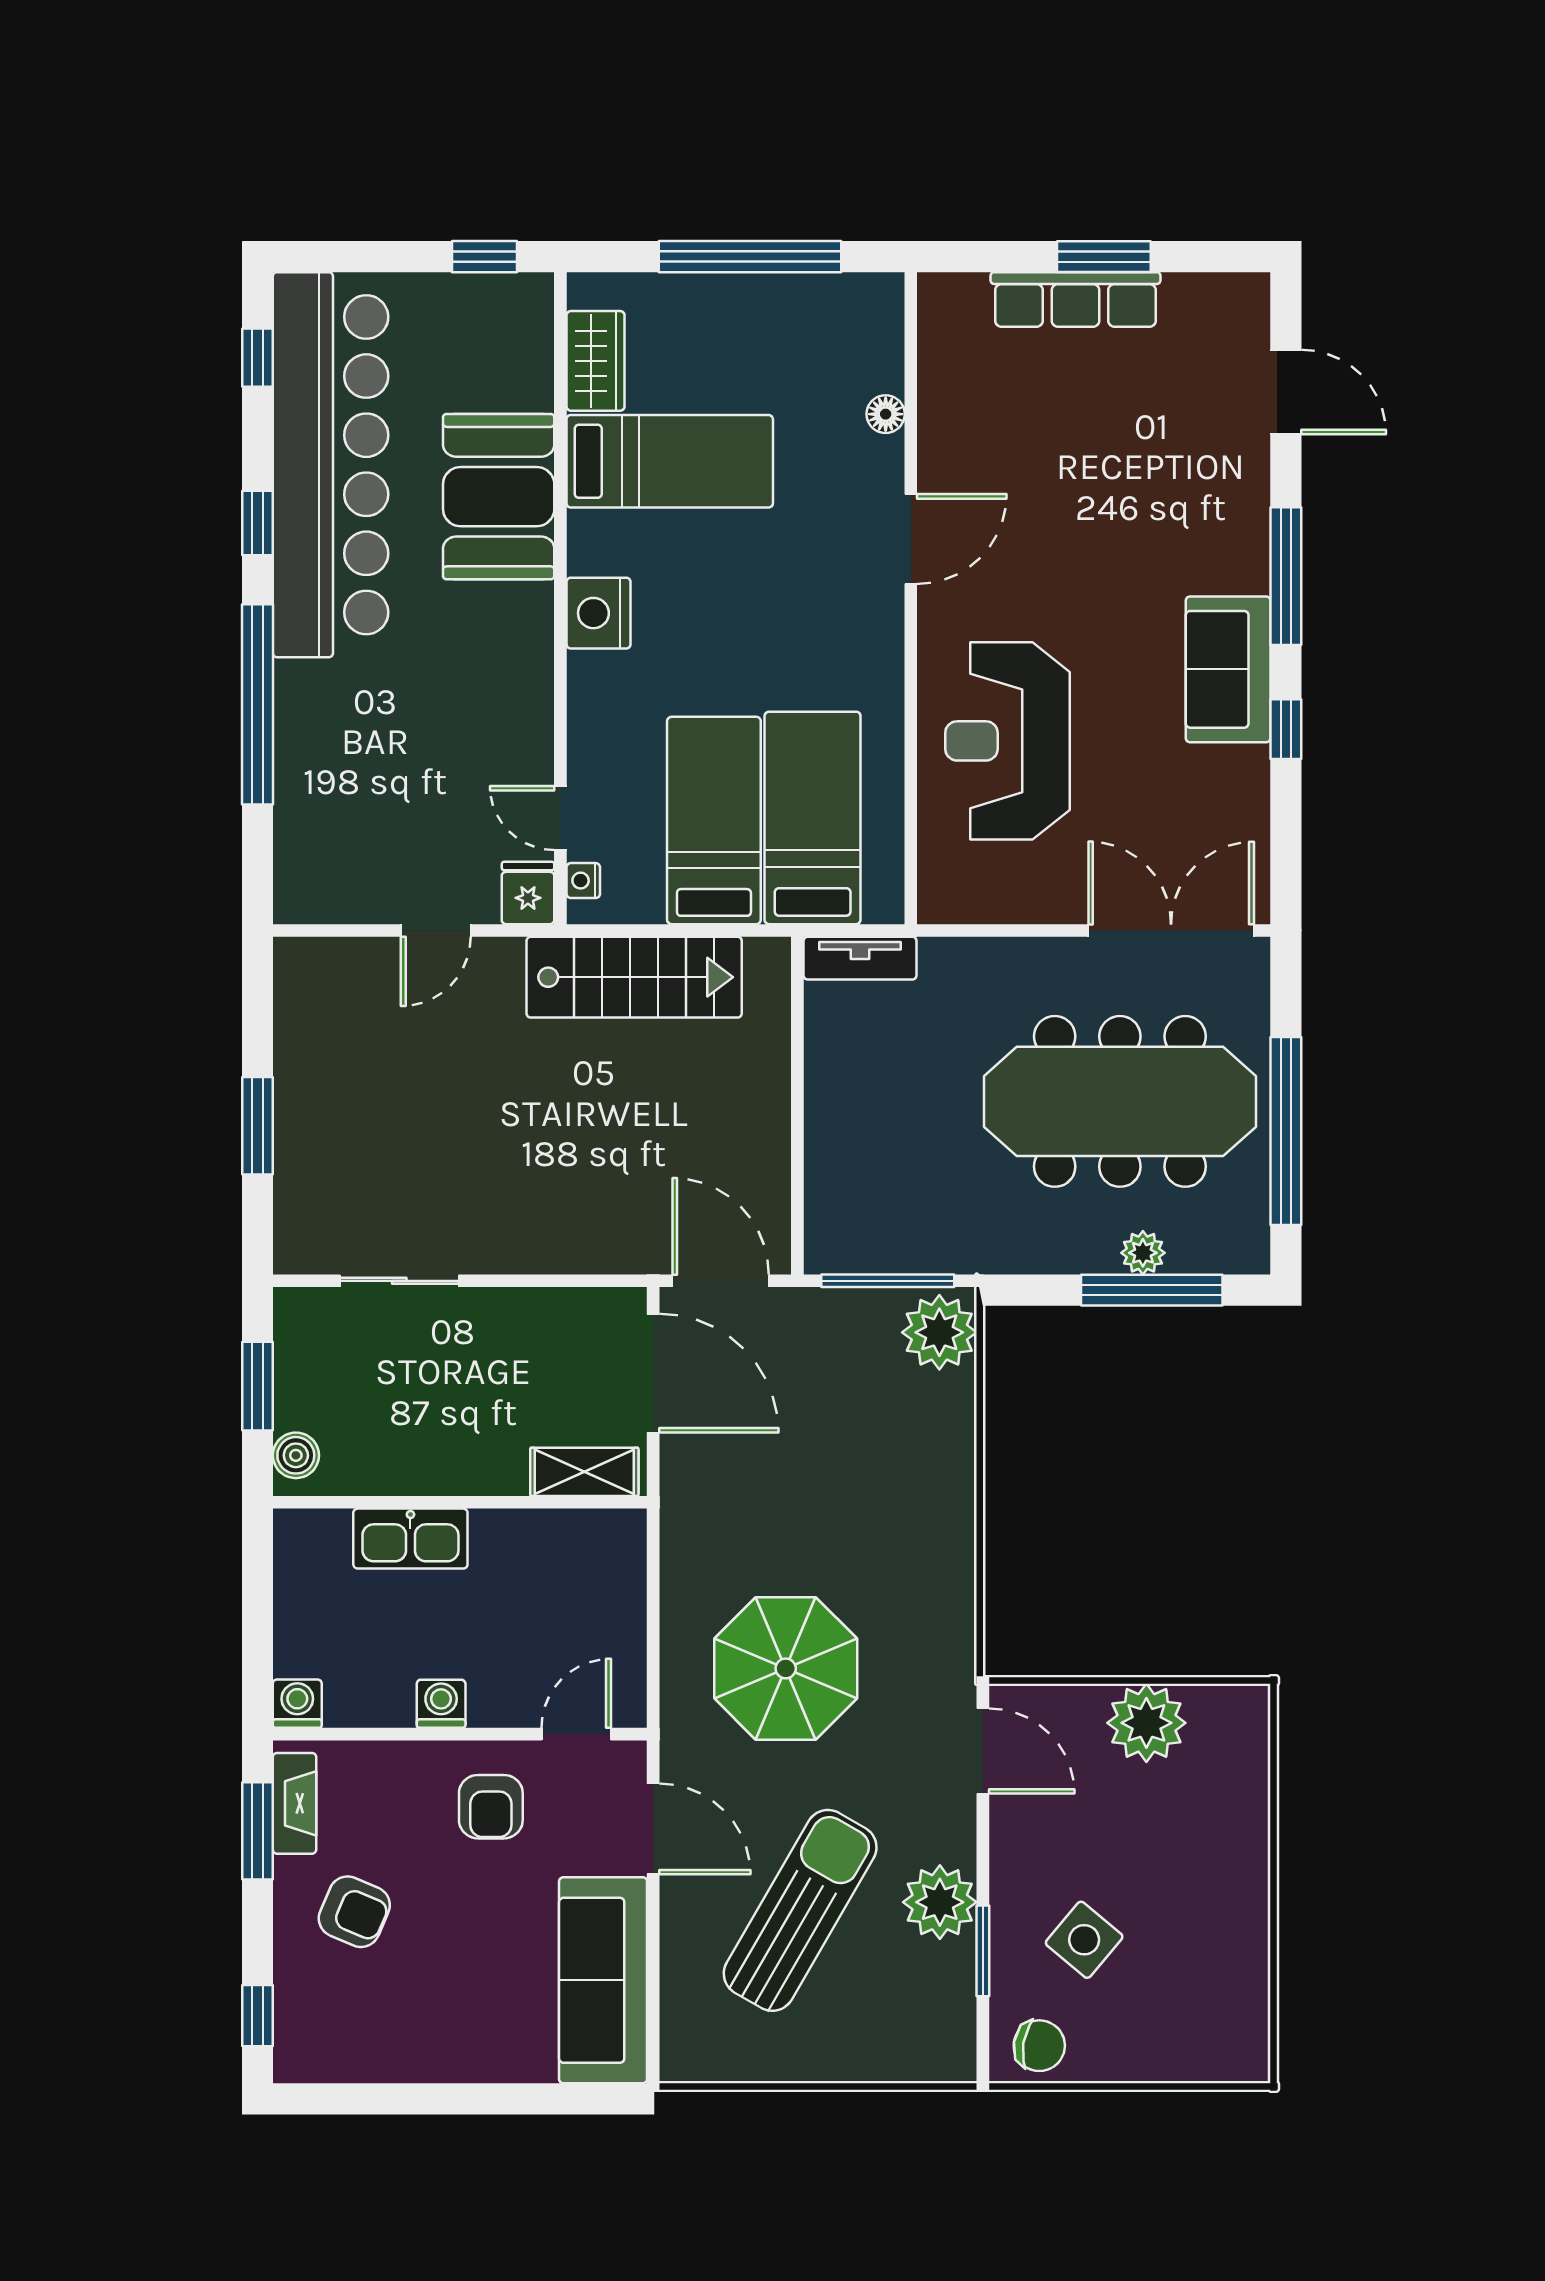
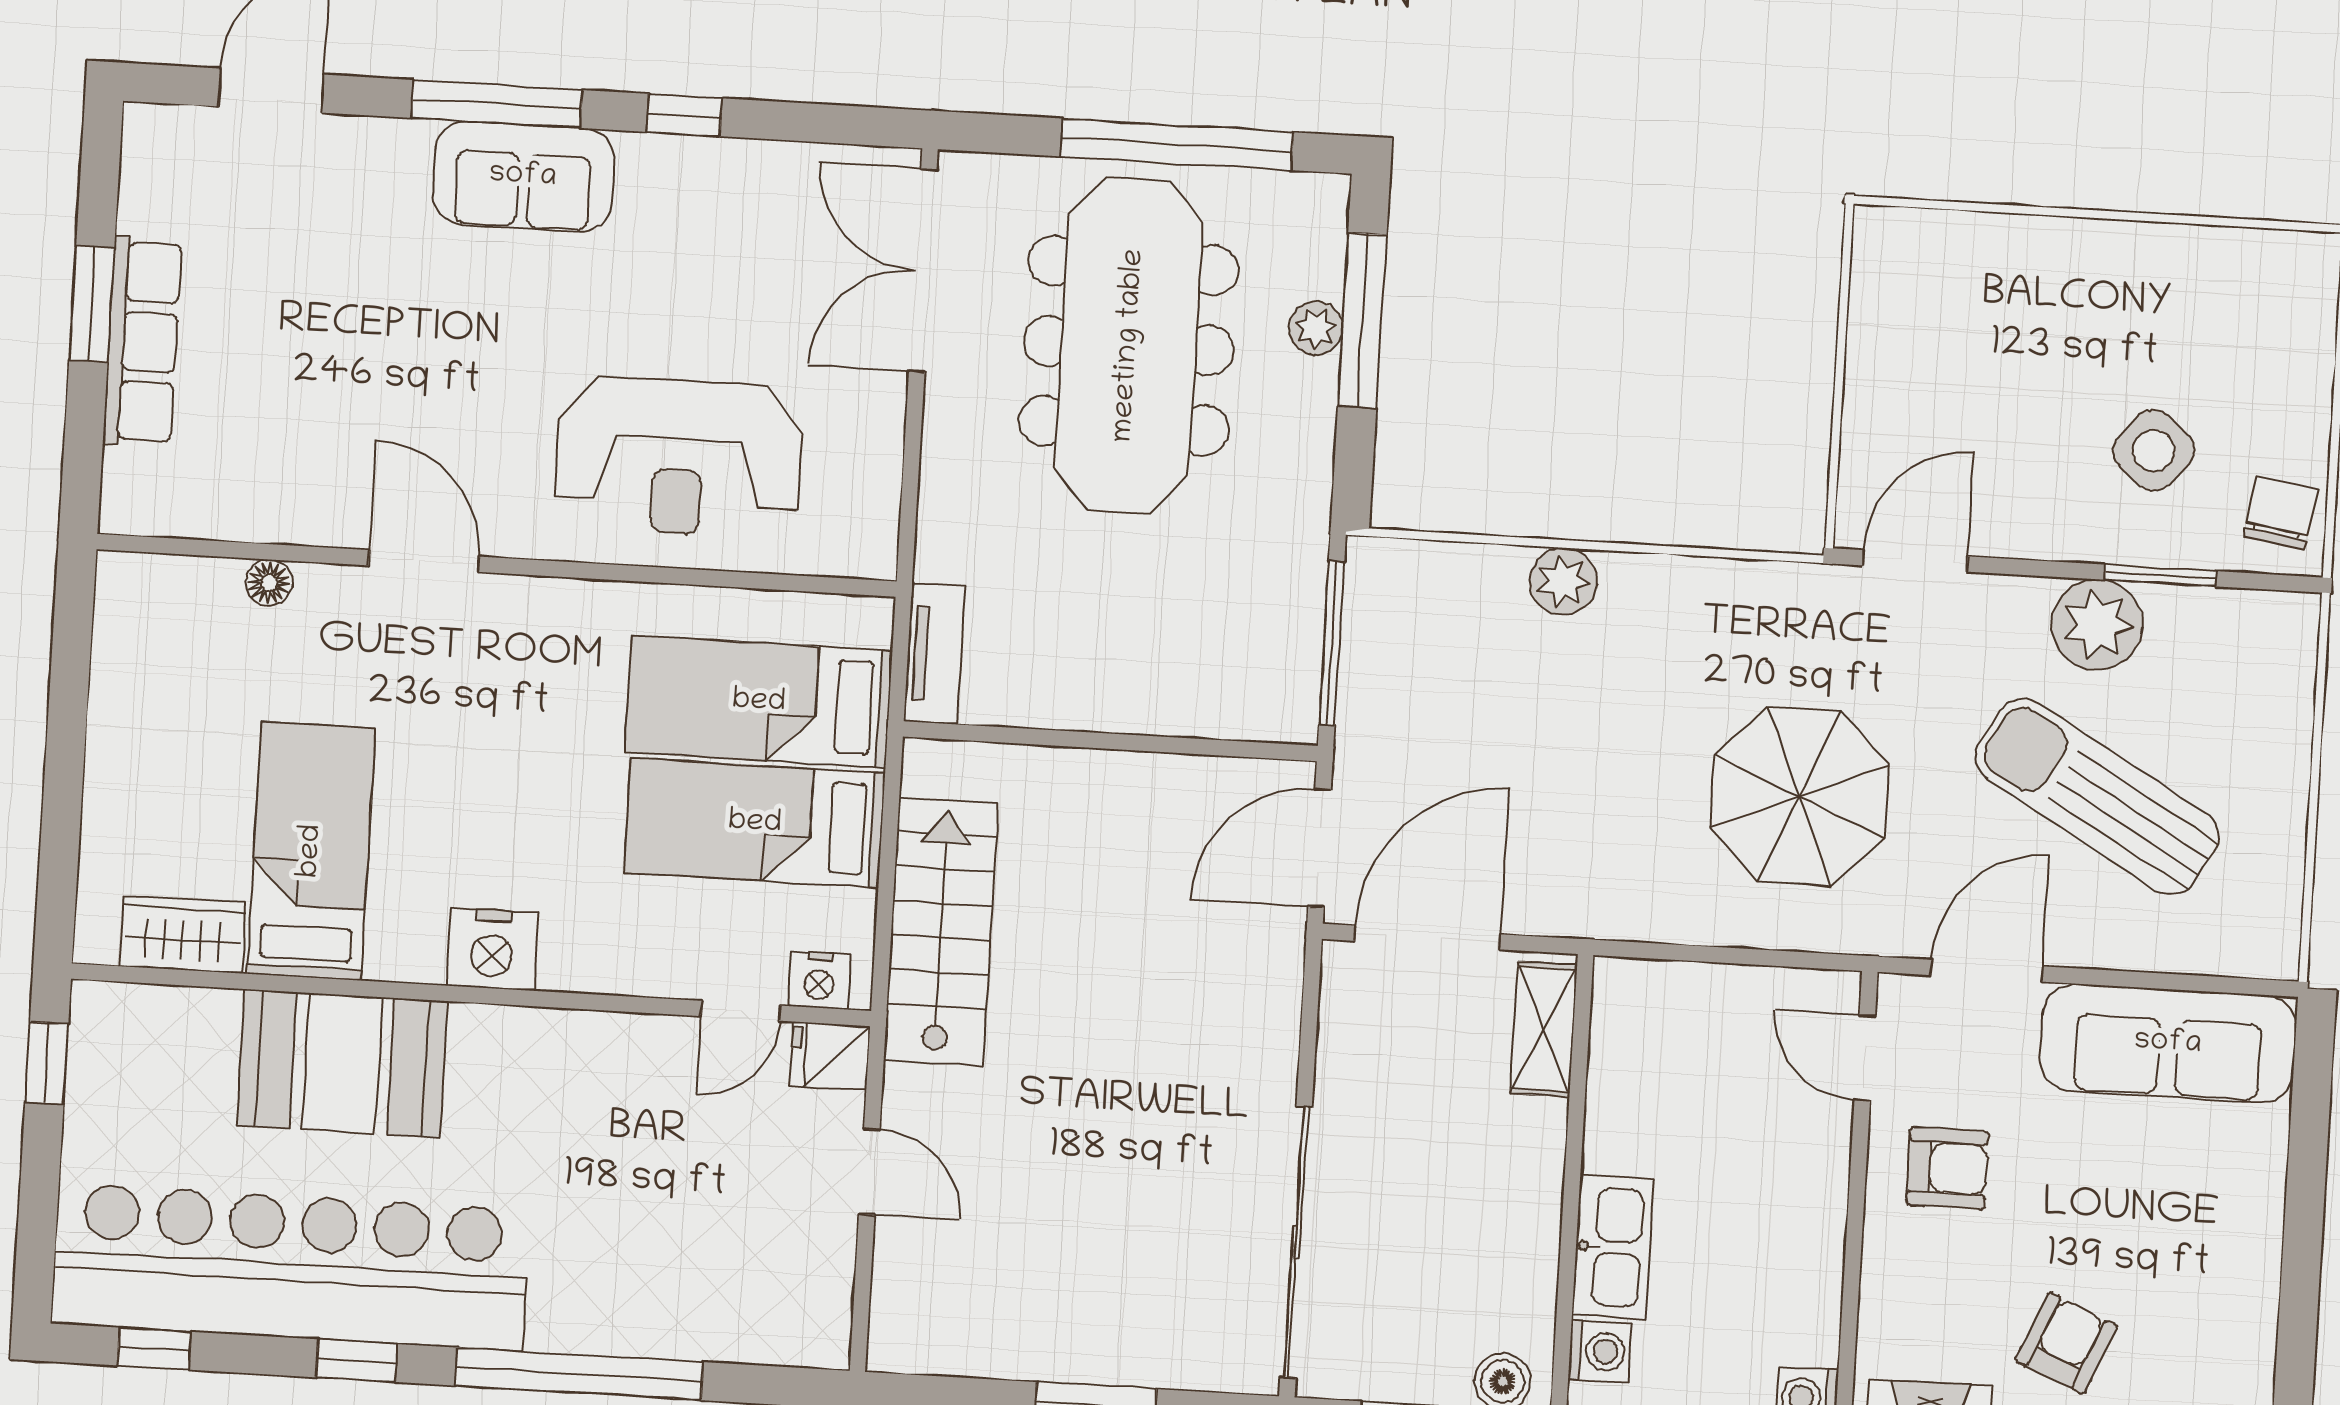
window: (750, 257) -> (66, 738), removed
sofa: (1228, 669) -> (523, 176), moved
nightstand: (583, 881) -> (819, 980), width x1.39, depth x1.35
sliding door: (399, 1281) -> (1296, 1242), width x1.86
plant: (939, 1332) -> (1563, 581), moved, width x0.73, depth x0.73
washing machine: (441, 1704) -> (1599, 1351), moved, turned 180
plant: (1146, 1723) -> (1892, 358), removed

